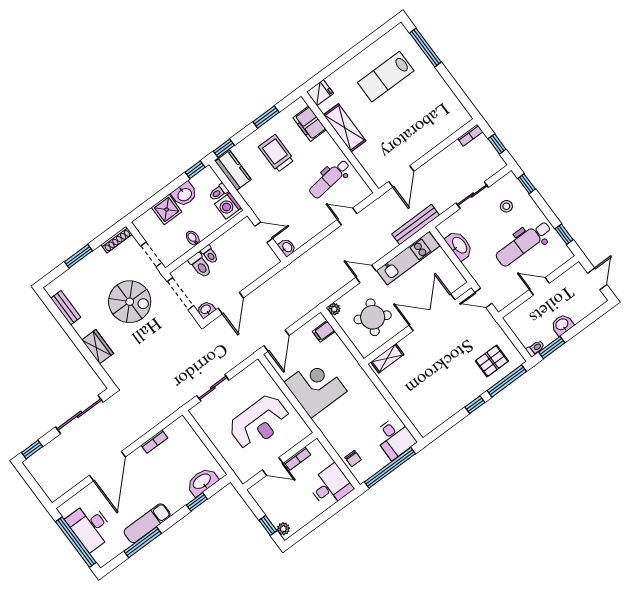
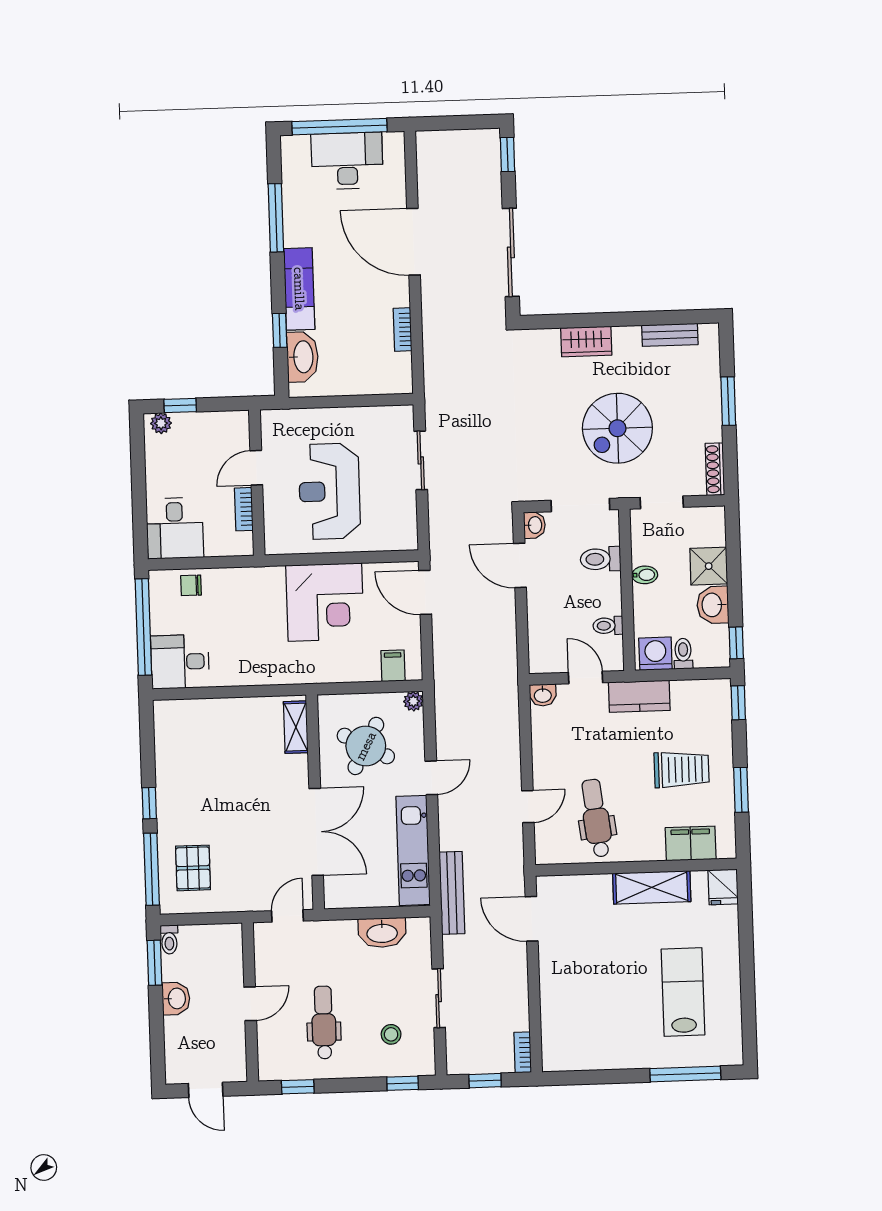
kitchen counter: (233, 170) -> (639, 696), moved
door: (264, 232) -> (585, 678), swing flipped
dental chair: (523, 244) -> (324, 1022), width x0.73, depth x0.72
toilet: (210, 254) -> (608, 626), moved
exam couch: (147, 523) -> (299, 289), moved

